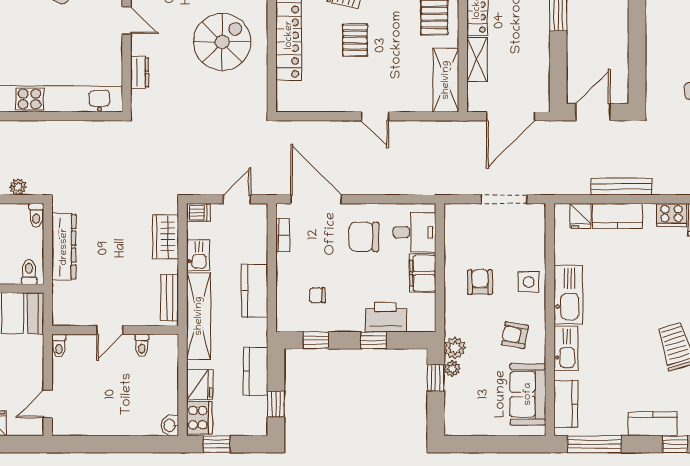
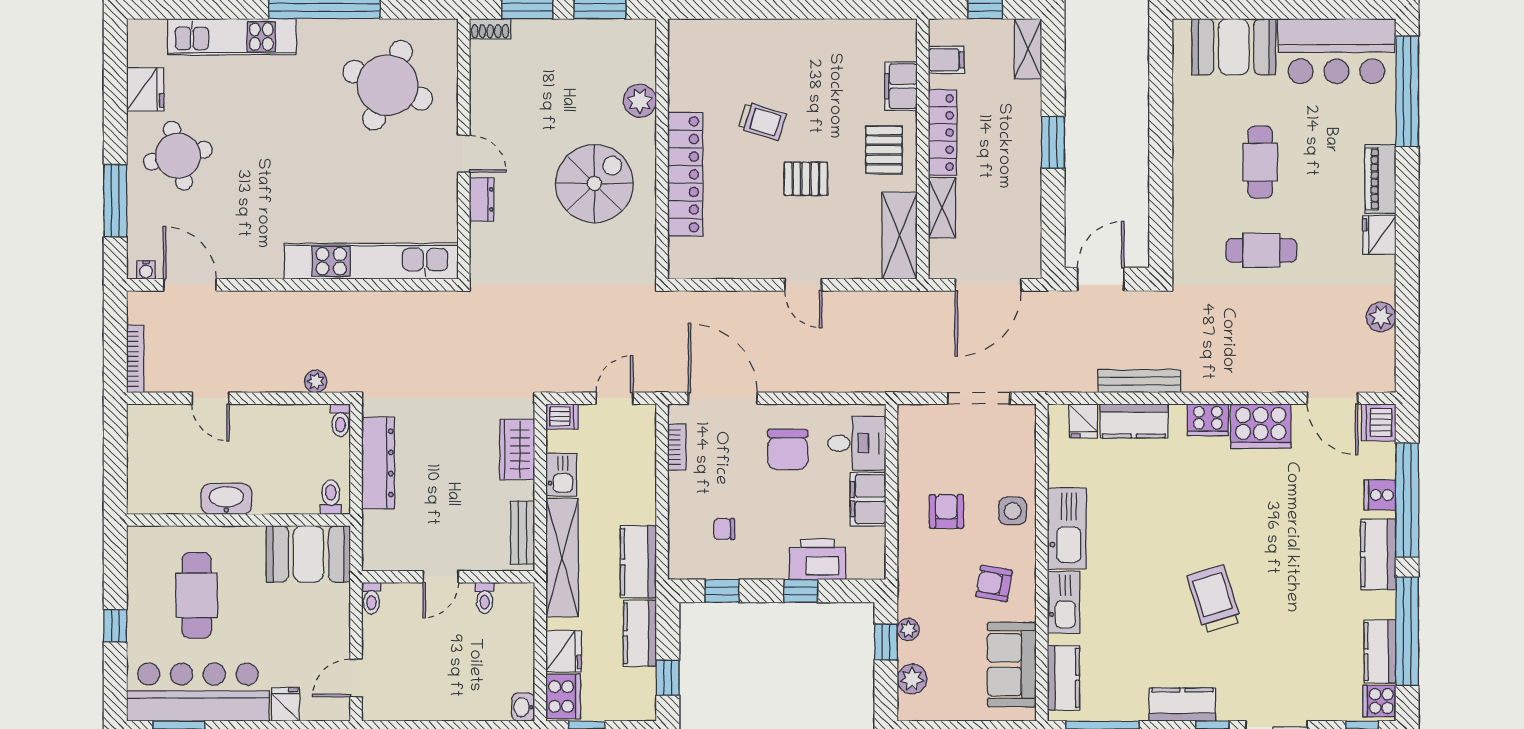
pallet: (355, 40) -> (806, 179), moved, turned 90
dresser: (140, 72) -> (482, 199), moved
chair: (364, 237) -> (788, 449), turned -90
kitchen counter: (254, 291) -> (638, 562), moved
plant: (455, 348) -> (912, 679), moved

